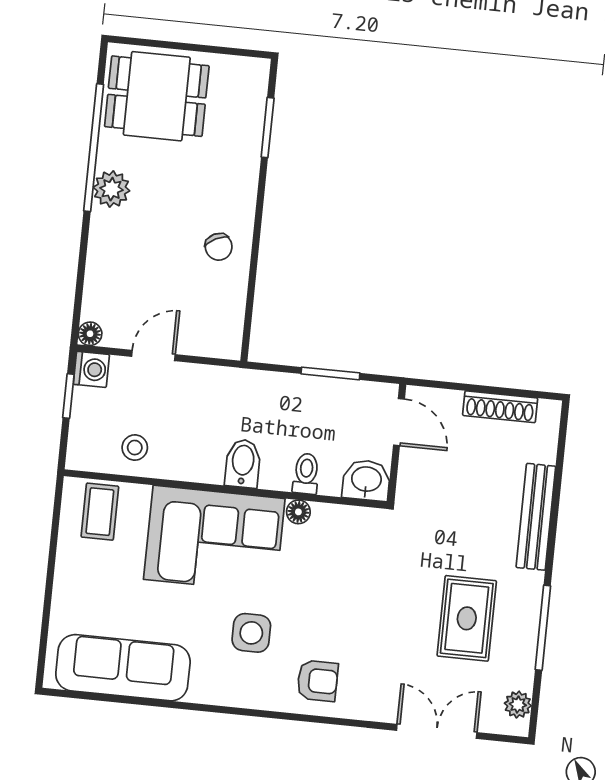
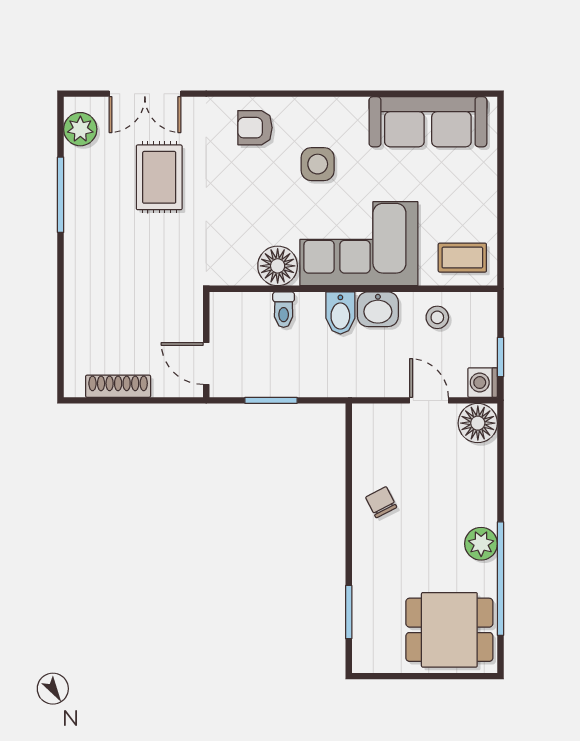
floor lamp: (90, 334) -> (478, 423), width x1.89, depth x1.89
door: (153, 355) -> (429, 400), swing flipped
washbasin: (366, 480) -> (378, 309), moved
coffee table: (100, 512) -> (462, 258), turned 90
floor lamp: (298, 512) -> (278, 266), width x1.89, depth x1.89
bench: (536, 517) -> (77, 292), removed
rug: (467, 618) -> (159, 177), moved
plant: (518, 705) -> (80, 129), width x1.38, depth x1.38

